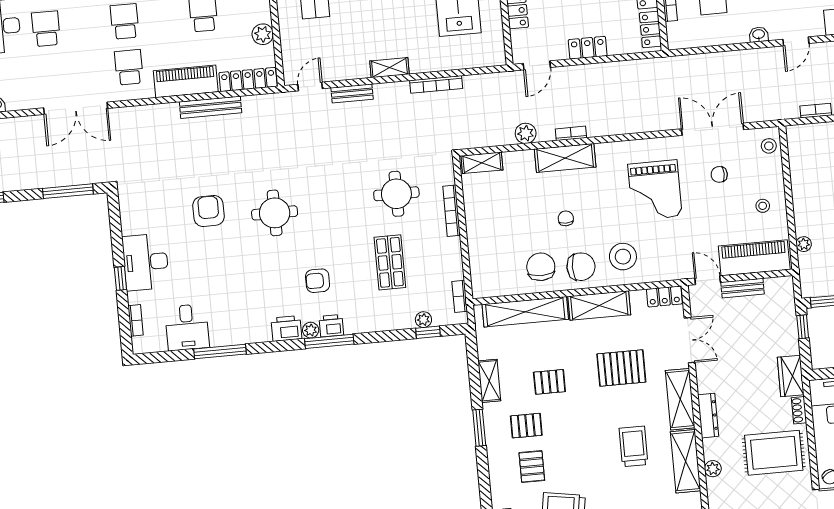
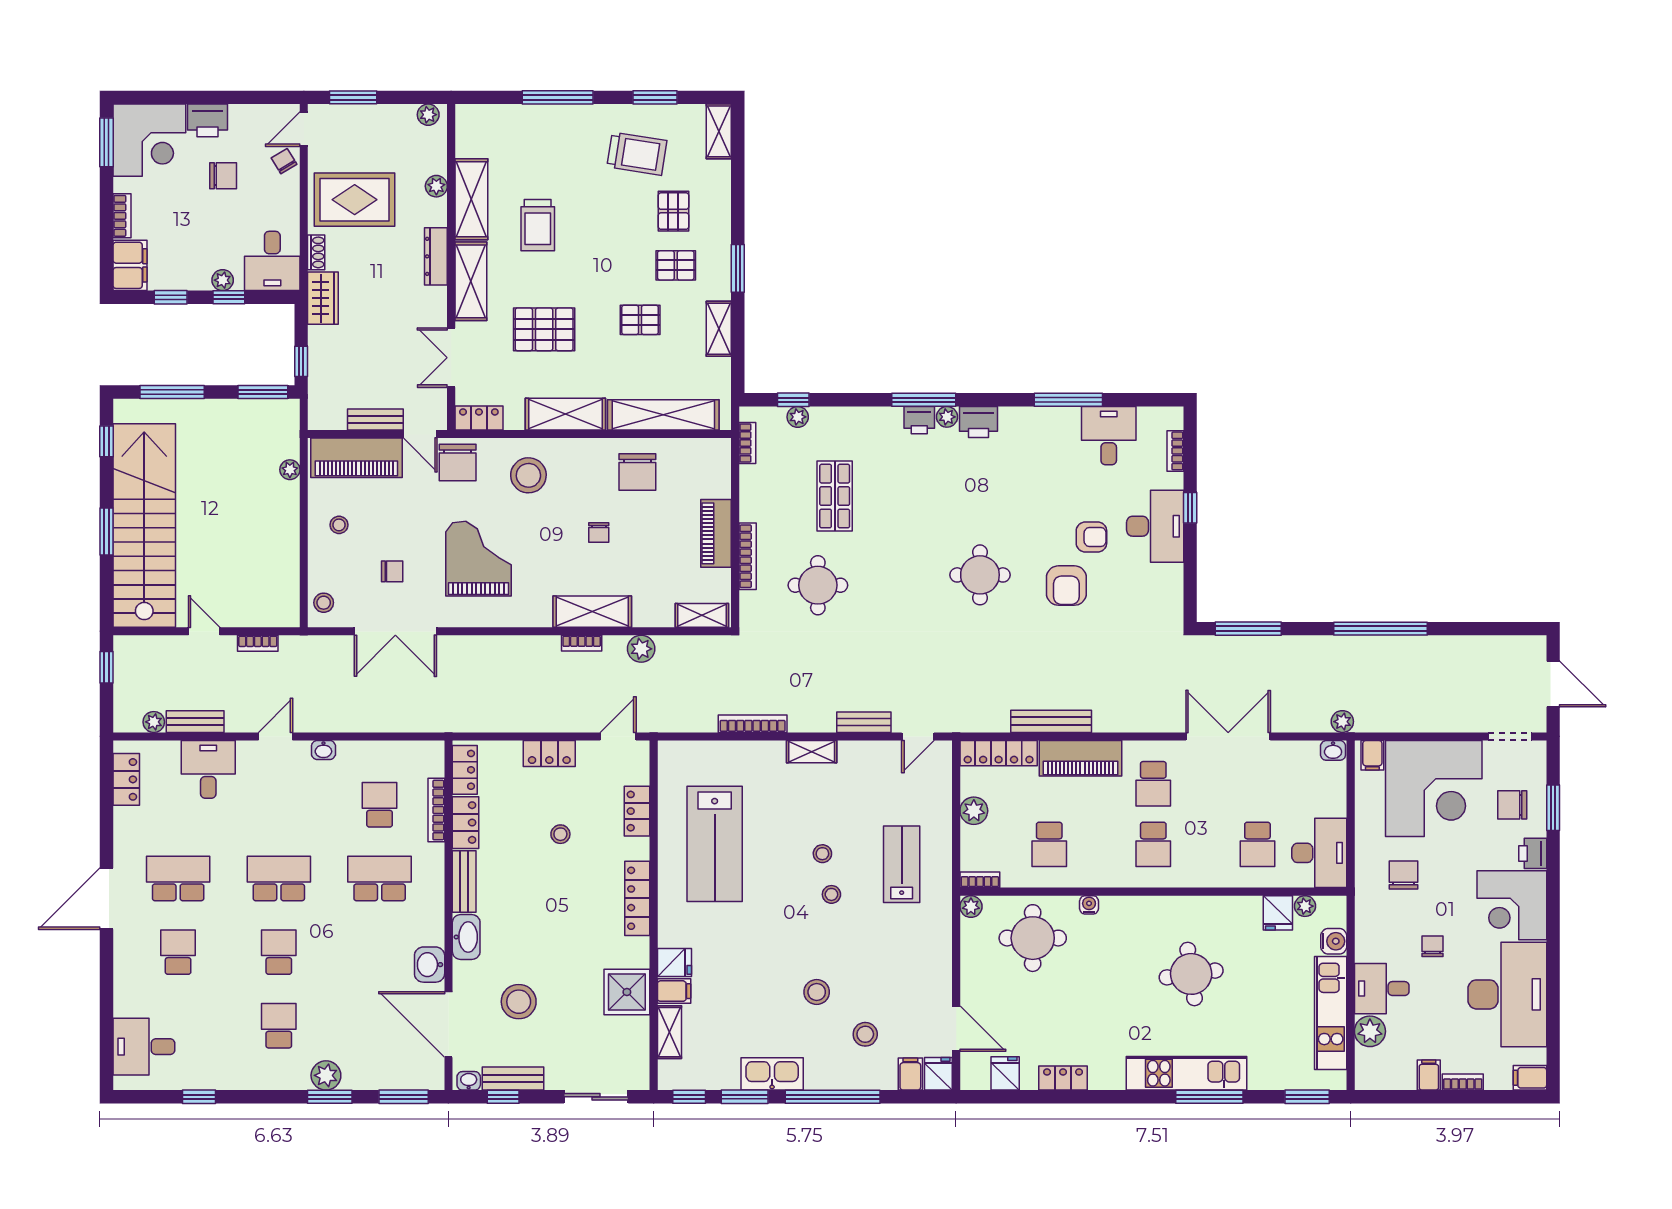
piano: (477, 226) -> (716, 533), added
chair: (581, 267) -> (458, 463), moved, turned -90
armchair: (318, 281) -> (1091, 537), moved

